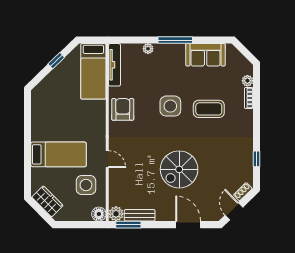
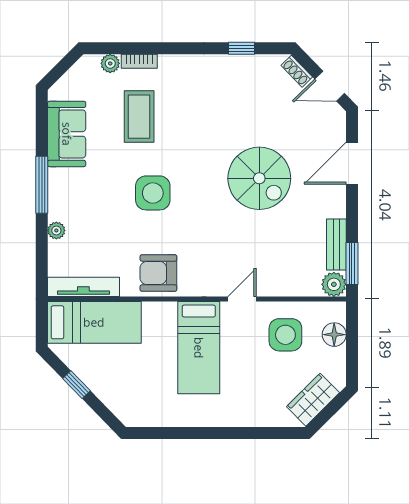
coffee table: (209, 109) -> (139, 117), moved
bed: (59, 154) -> (199, 348), moved, turned 180
floor lamp: (99, 214) -> (334, 335), moved

